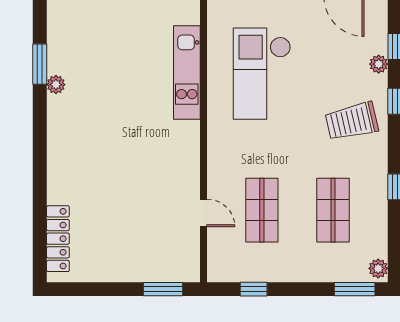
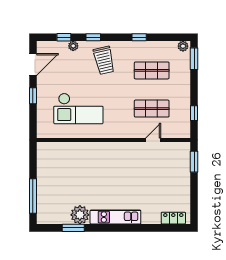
kitchen unit: (187, 72) -> (115, 217), moved, turned 180
plant: (56, 85) -> (80, 215), width x1.87, depth x1.87
locker: (58, 239) -> (173, 218), width x0.66

